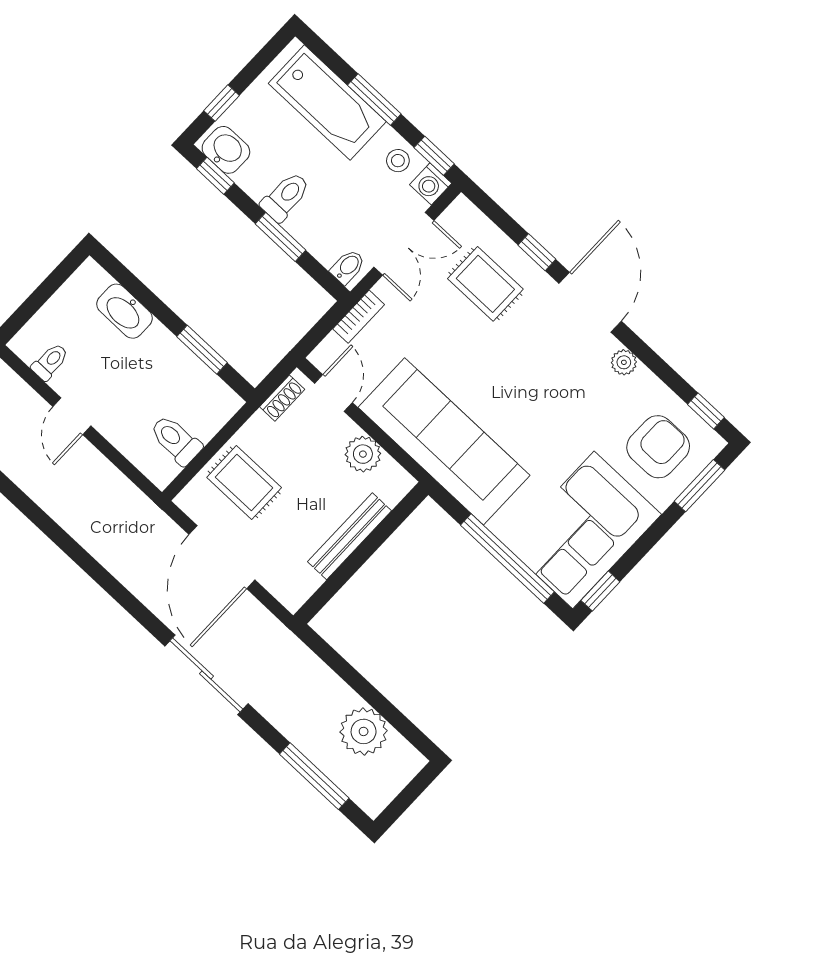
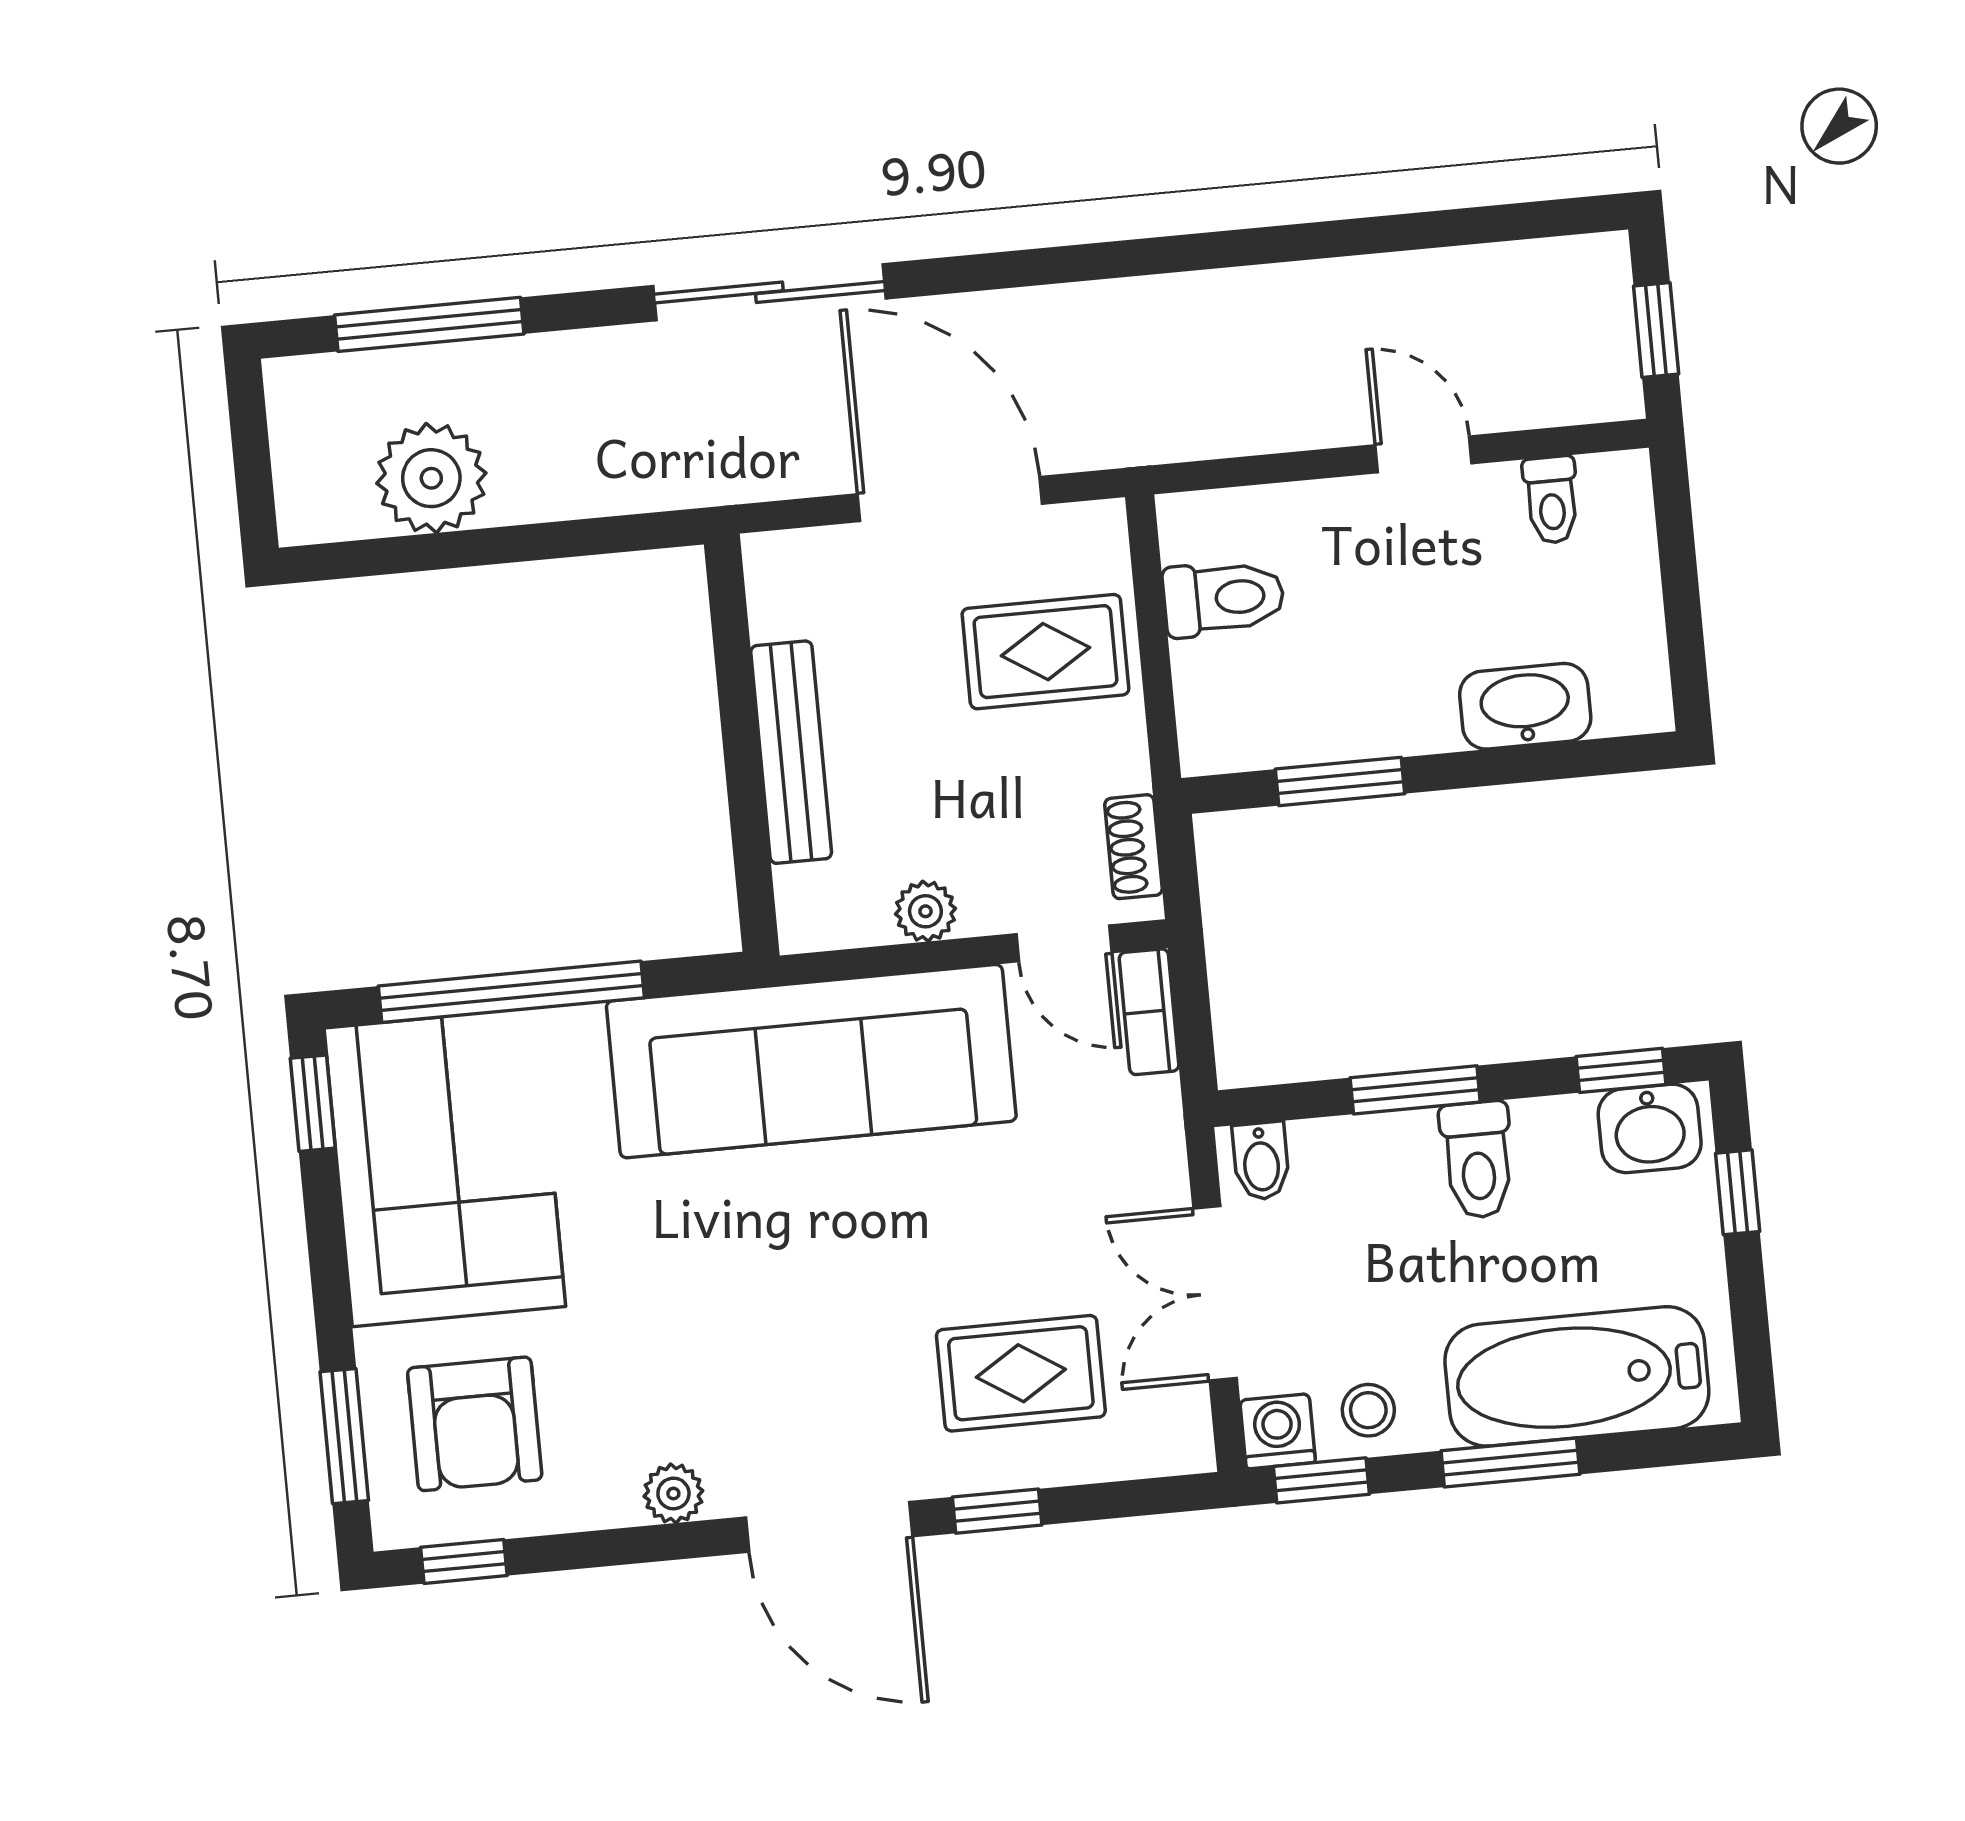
bookcase: (359, 317) -> (1149, 1012), moved
plant: (363, 454) -> (925, 911), width x0.73, depth x0.73

